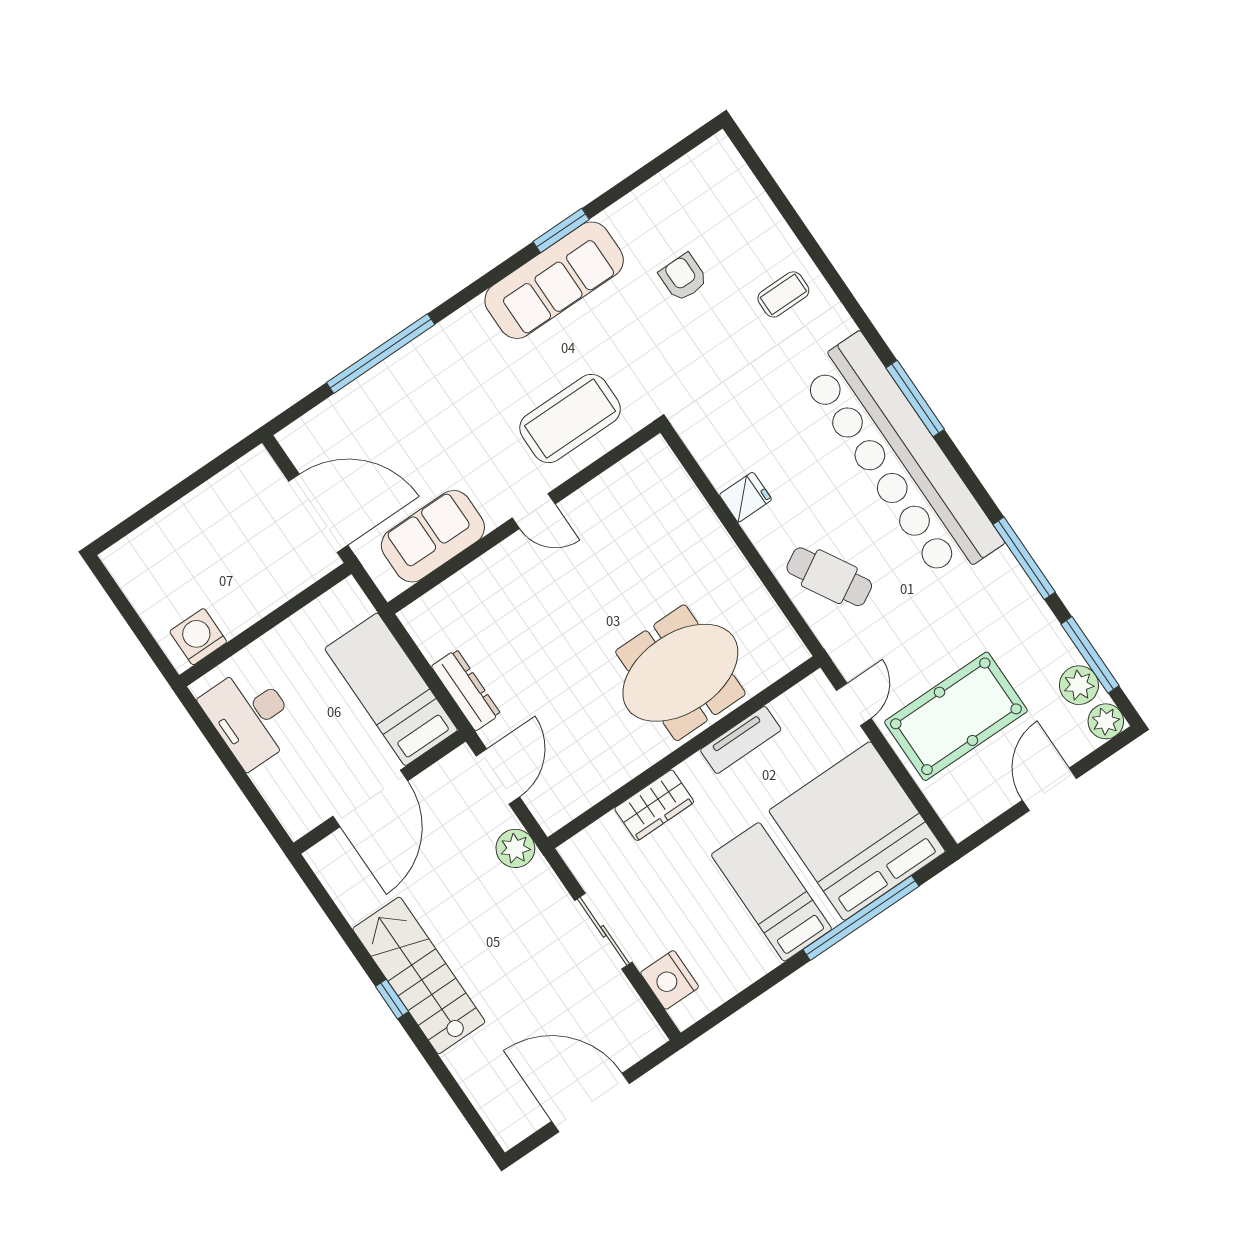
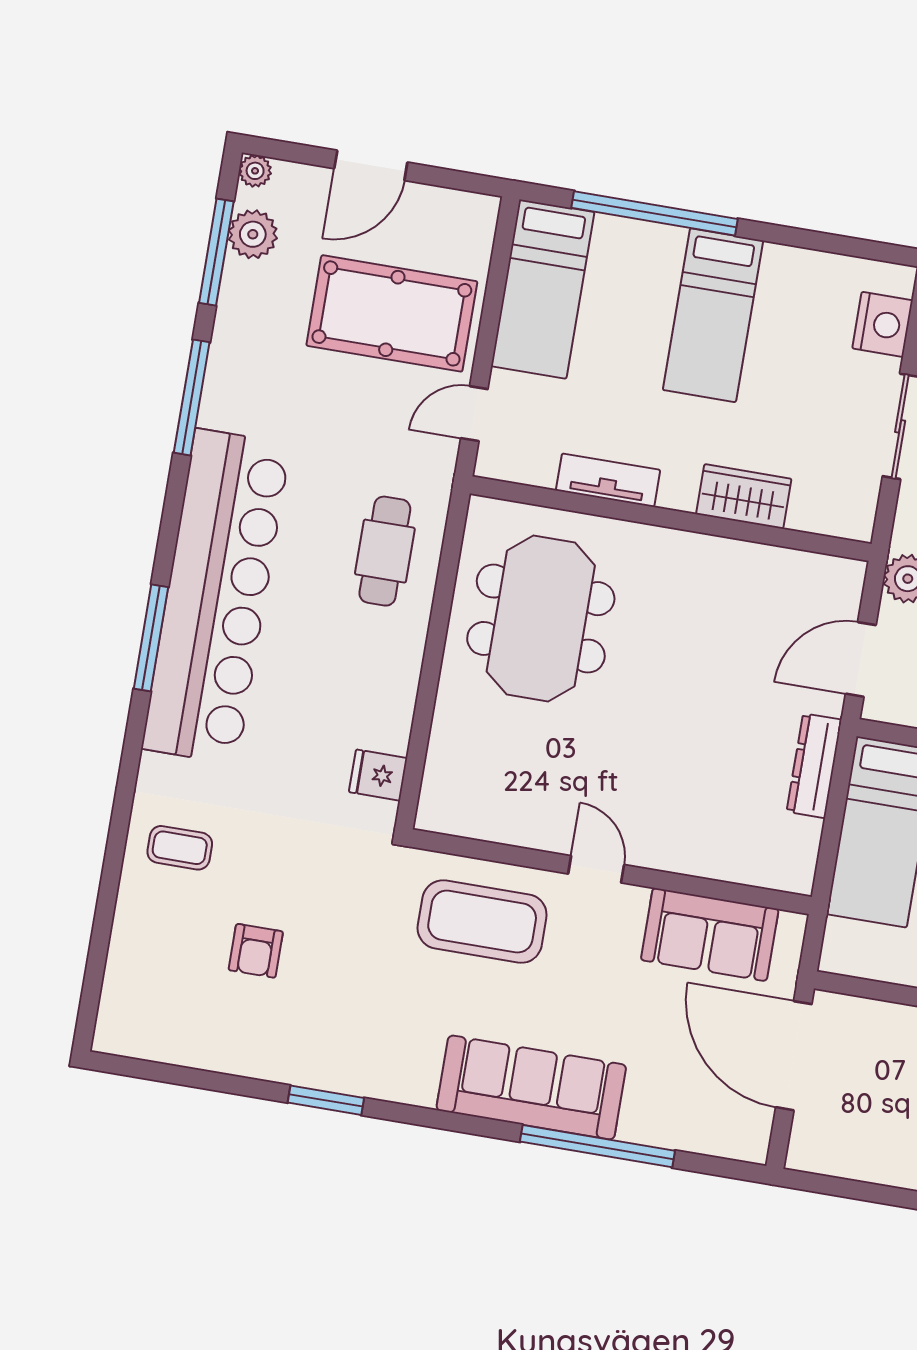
sofa: (554, 280) -> (531, 1087), moved
fridge: (746, 497) -> (378, 775), moved
cafe table: (829, 577) -> (385, 551), turned 30
meeting table: (680, 673) -> (541, 619), moved, turned 90
plant: (1106, 721) -> (255, 171), width x0.73, depth x0.73
bed: (857, 831) -> (543, 289), width x0.49

